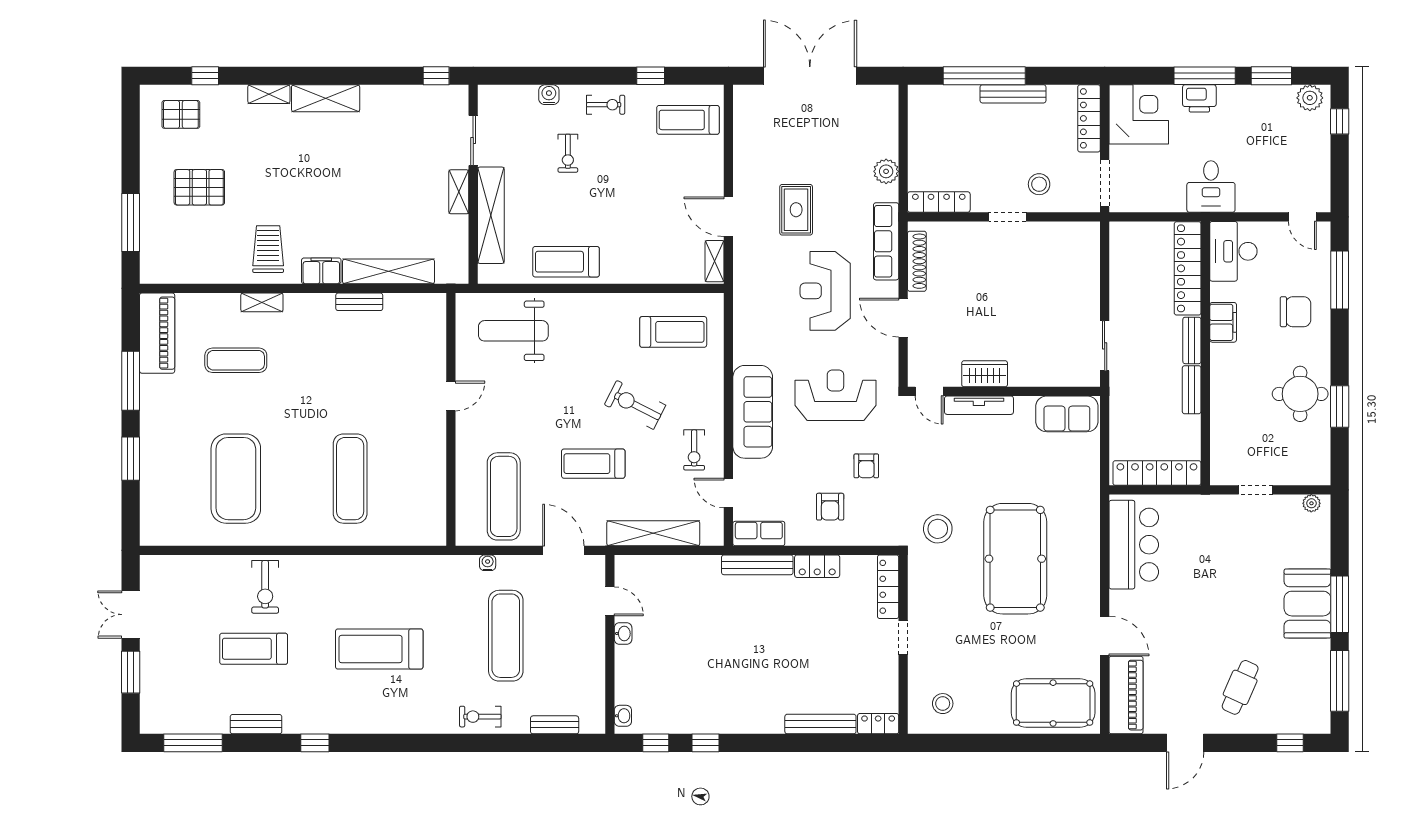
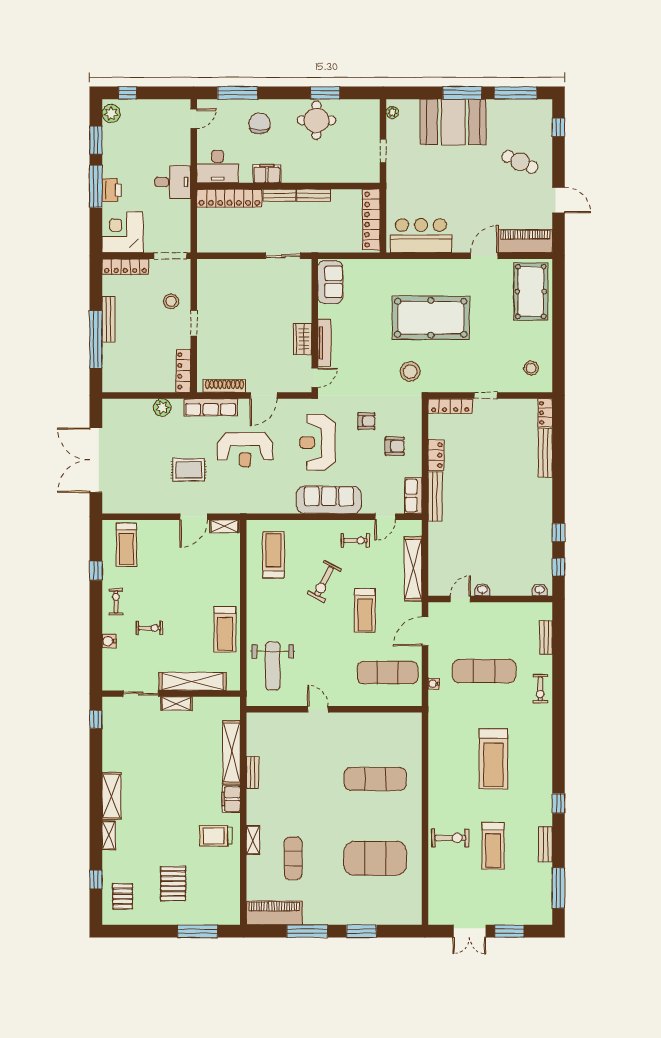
booth: (1307, 604) -> (453, 122), width x1.36, depth x1.42

